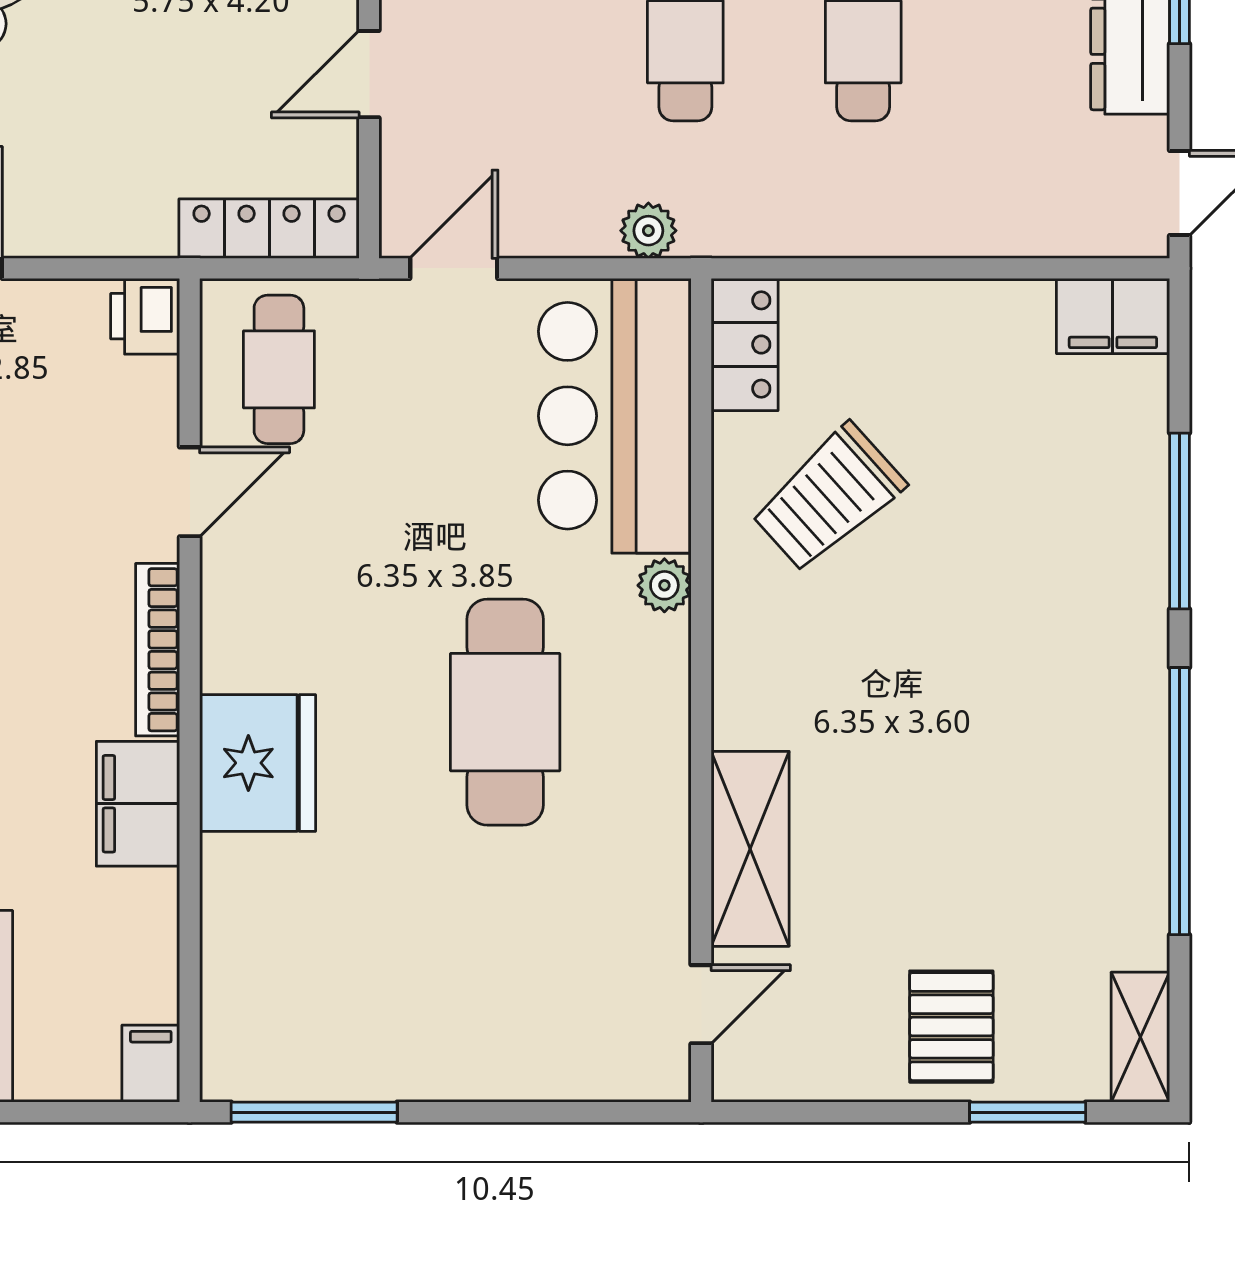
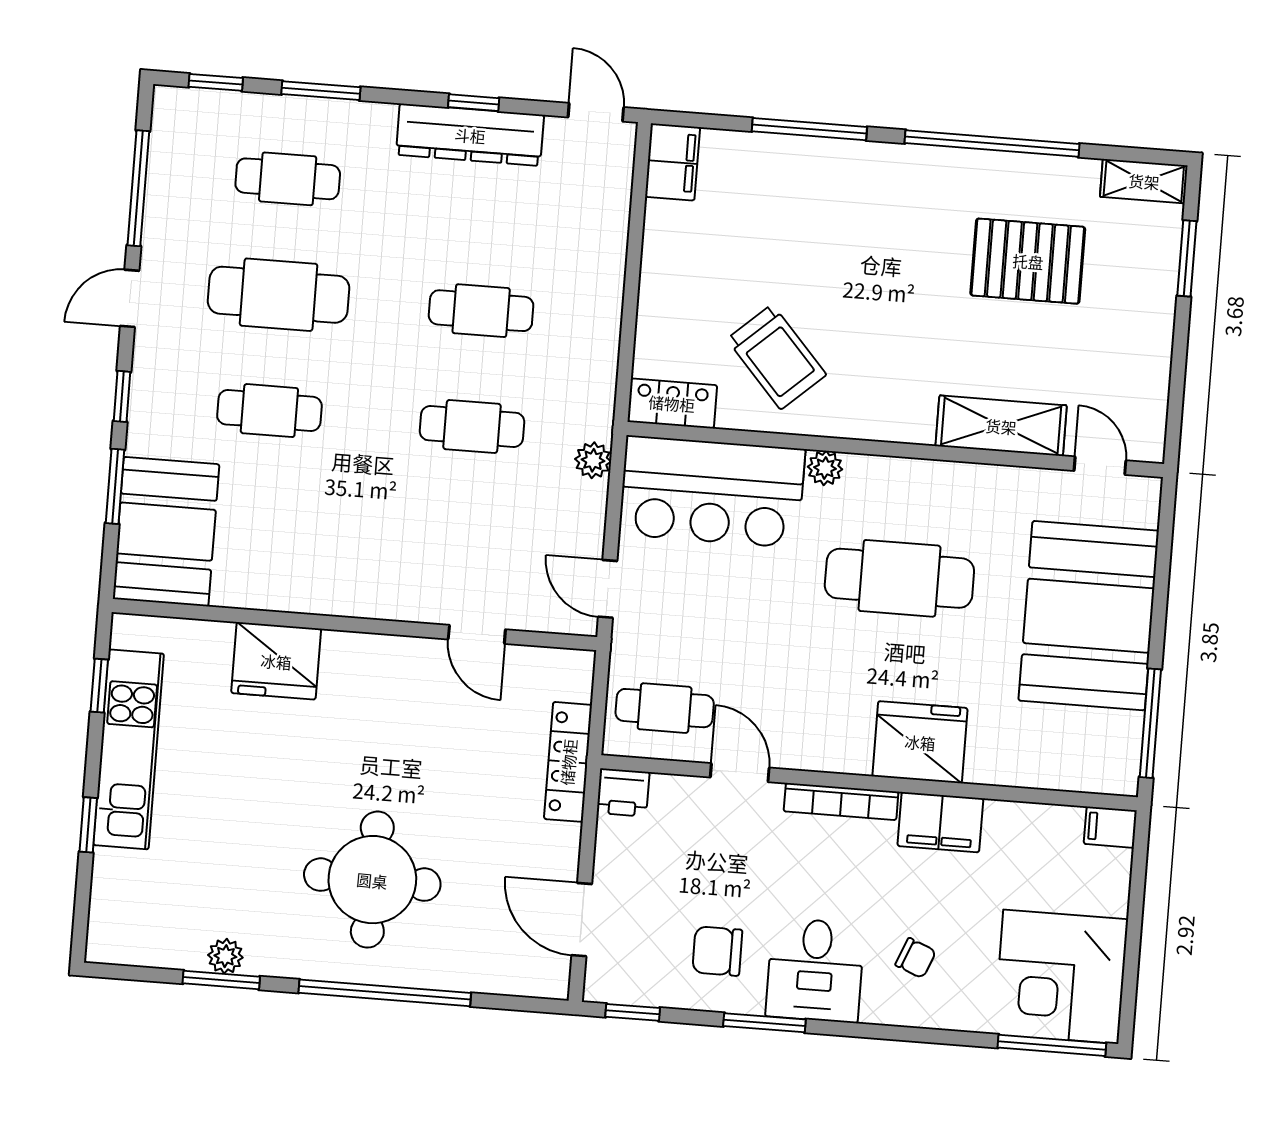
locker: (269, 229) -> (568, 762), moved
booth: (471, 1005) -> (1089, 616), added
pallet: (951, 1027) -> (1028, 261), moved, width x1.50, depth x1.42

